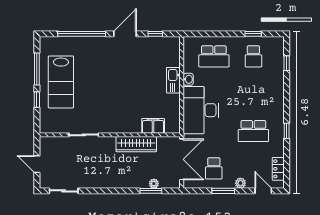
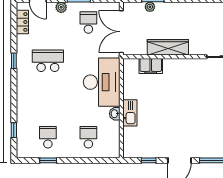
school desk: (214, 56) -> (88, 137), width x0.54

